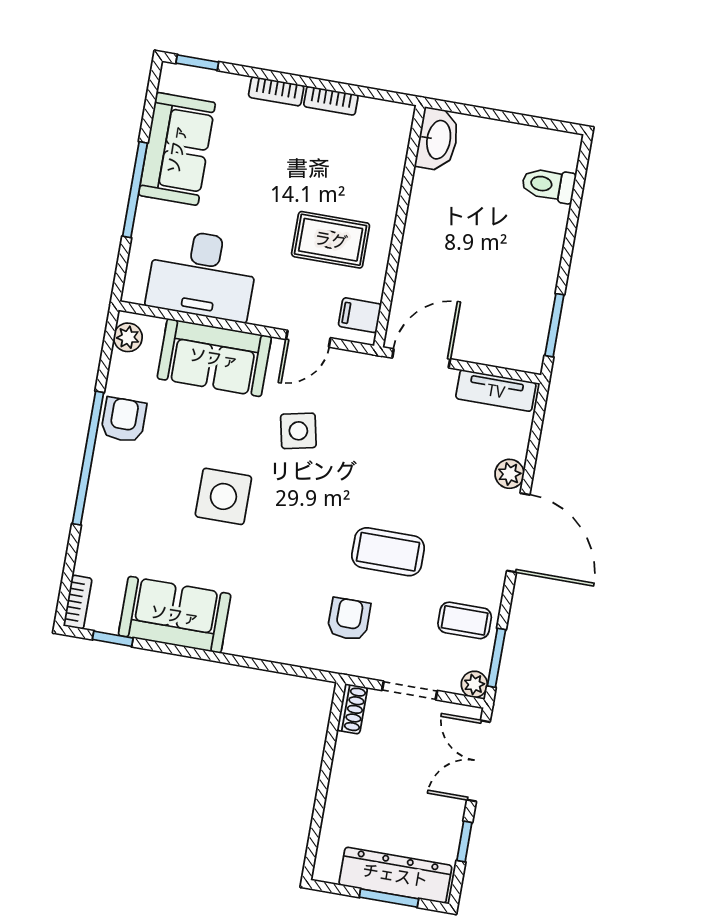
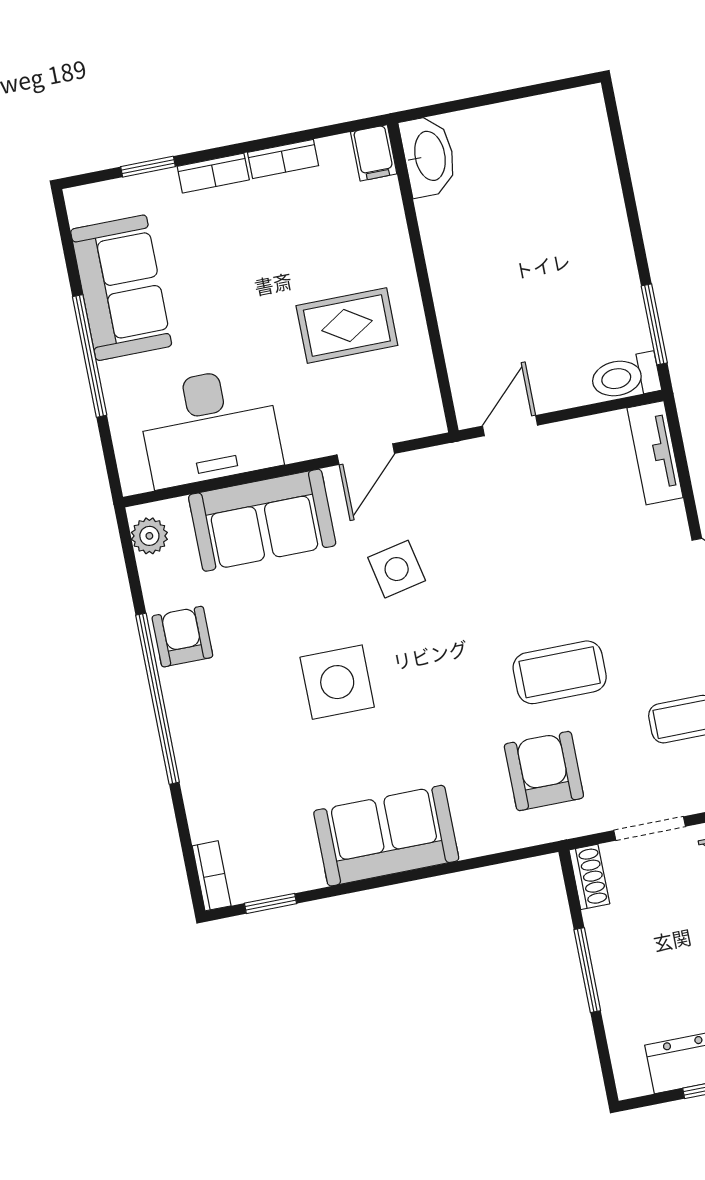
window: (197, 63) -> (148, 167), moved
toilet: (549, 185) -> (625, 377), moved
filing cabinet: (360, 315) -> (374, 153), moved, turned -90
door: (421, 358) -> (510, 426), width x0.73
tv unit: (496, 391) -> (655, 453), moved, turned 90
plant: (510, 474) -> (669, 523), removed
sofa: (175, 615) -> (386, 836), moved
armchair: (349, 619) -> (544, 771), width x1.38, depth x1.38
window: (325, 776) -> (587, 970), added

